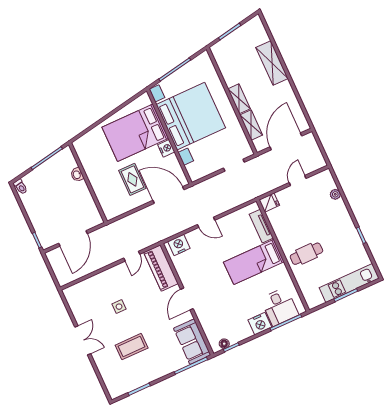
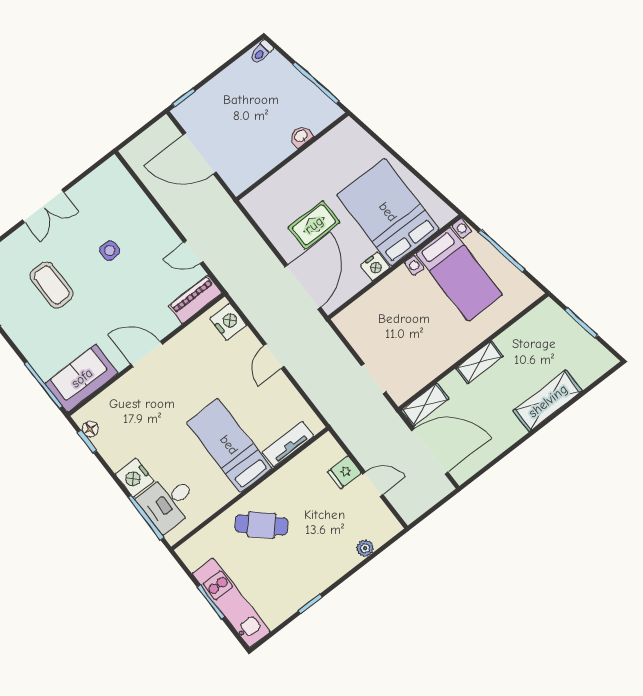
bed with nightstands: (191, 116) -> (459, 274), width x0.54
shelving: (251, 125) -> (425, 405), moved
fridge: (269, 203) -> (344, 473), moved, turned 90
cafe table: (306, 254) -> (261, 525), turned -48
piano: (161, 268) -> (195, 299), width x0.73, depth x0.75

